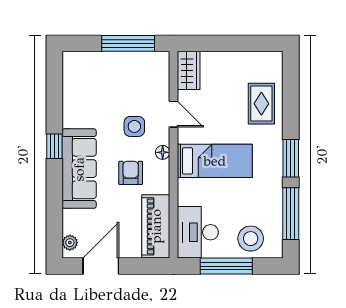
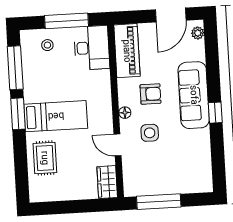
bed: (215, 161) -> (56, 116), moved, turned 180
armchair: (131, 173) -> (150, 94), turned -90
stool: (251, 239) -> (47, 45), width x0.53, depth x0.53

